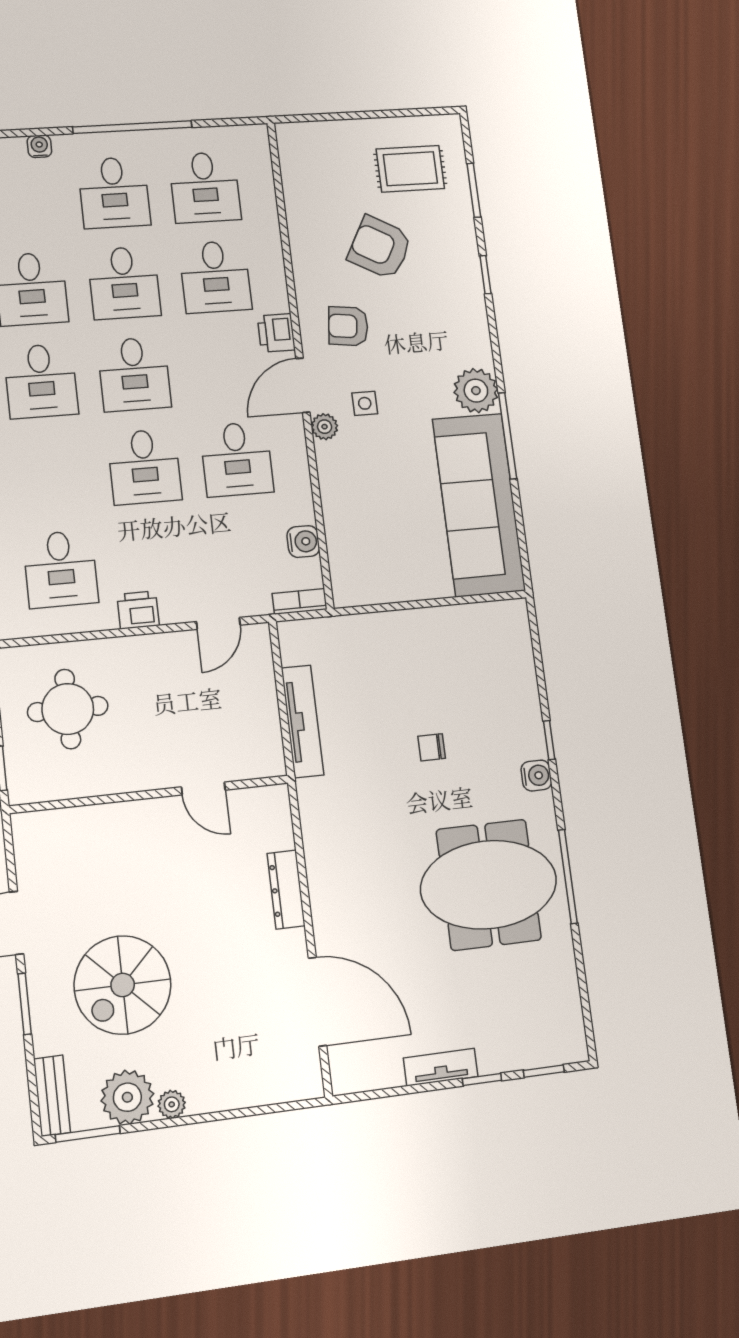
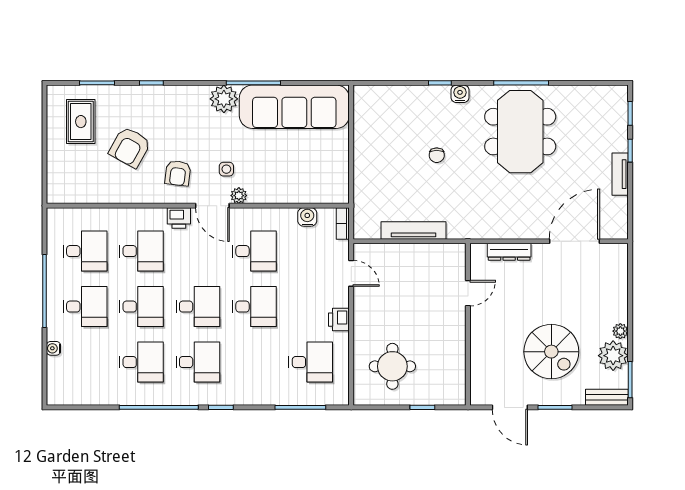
door: (203, 788) -> (468, 293), moved
wall: (150, 794) -> (468, 324), moved

